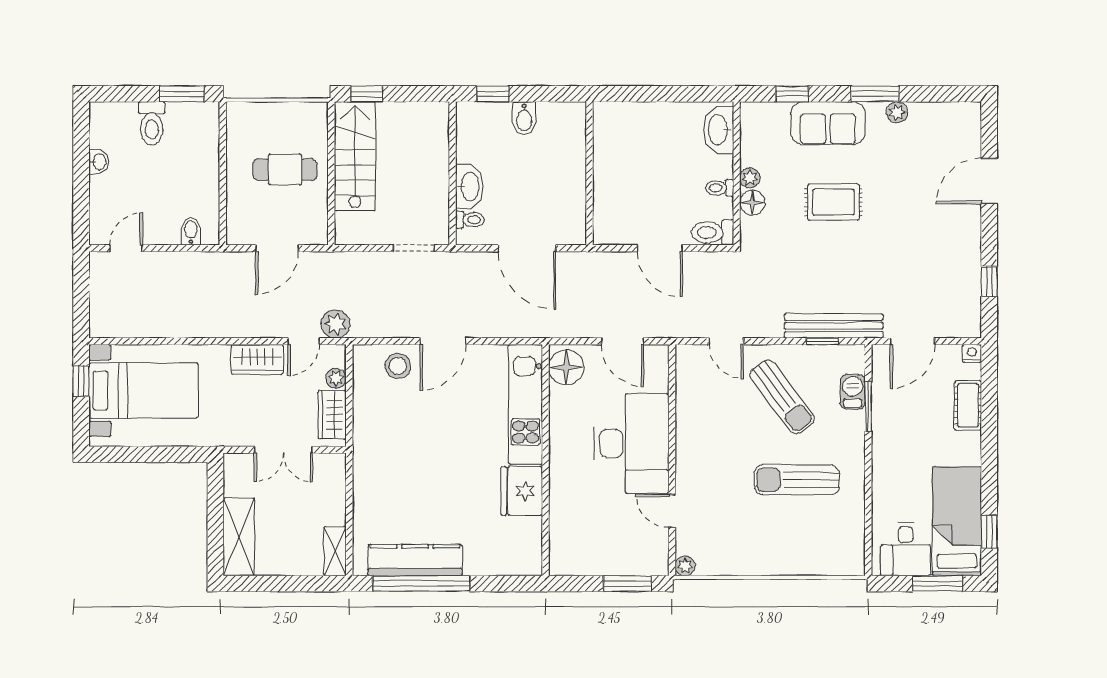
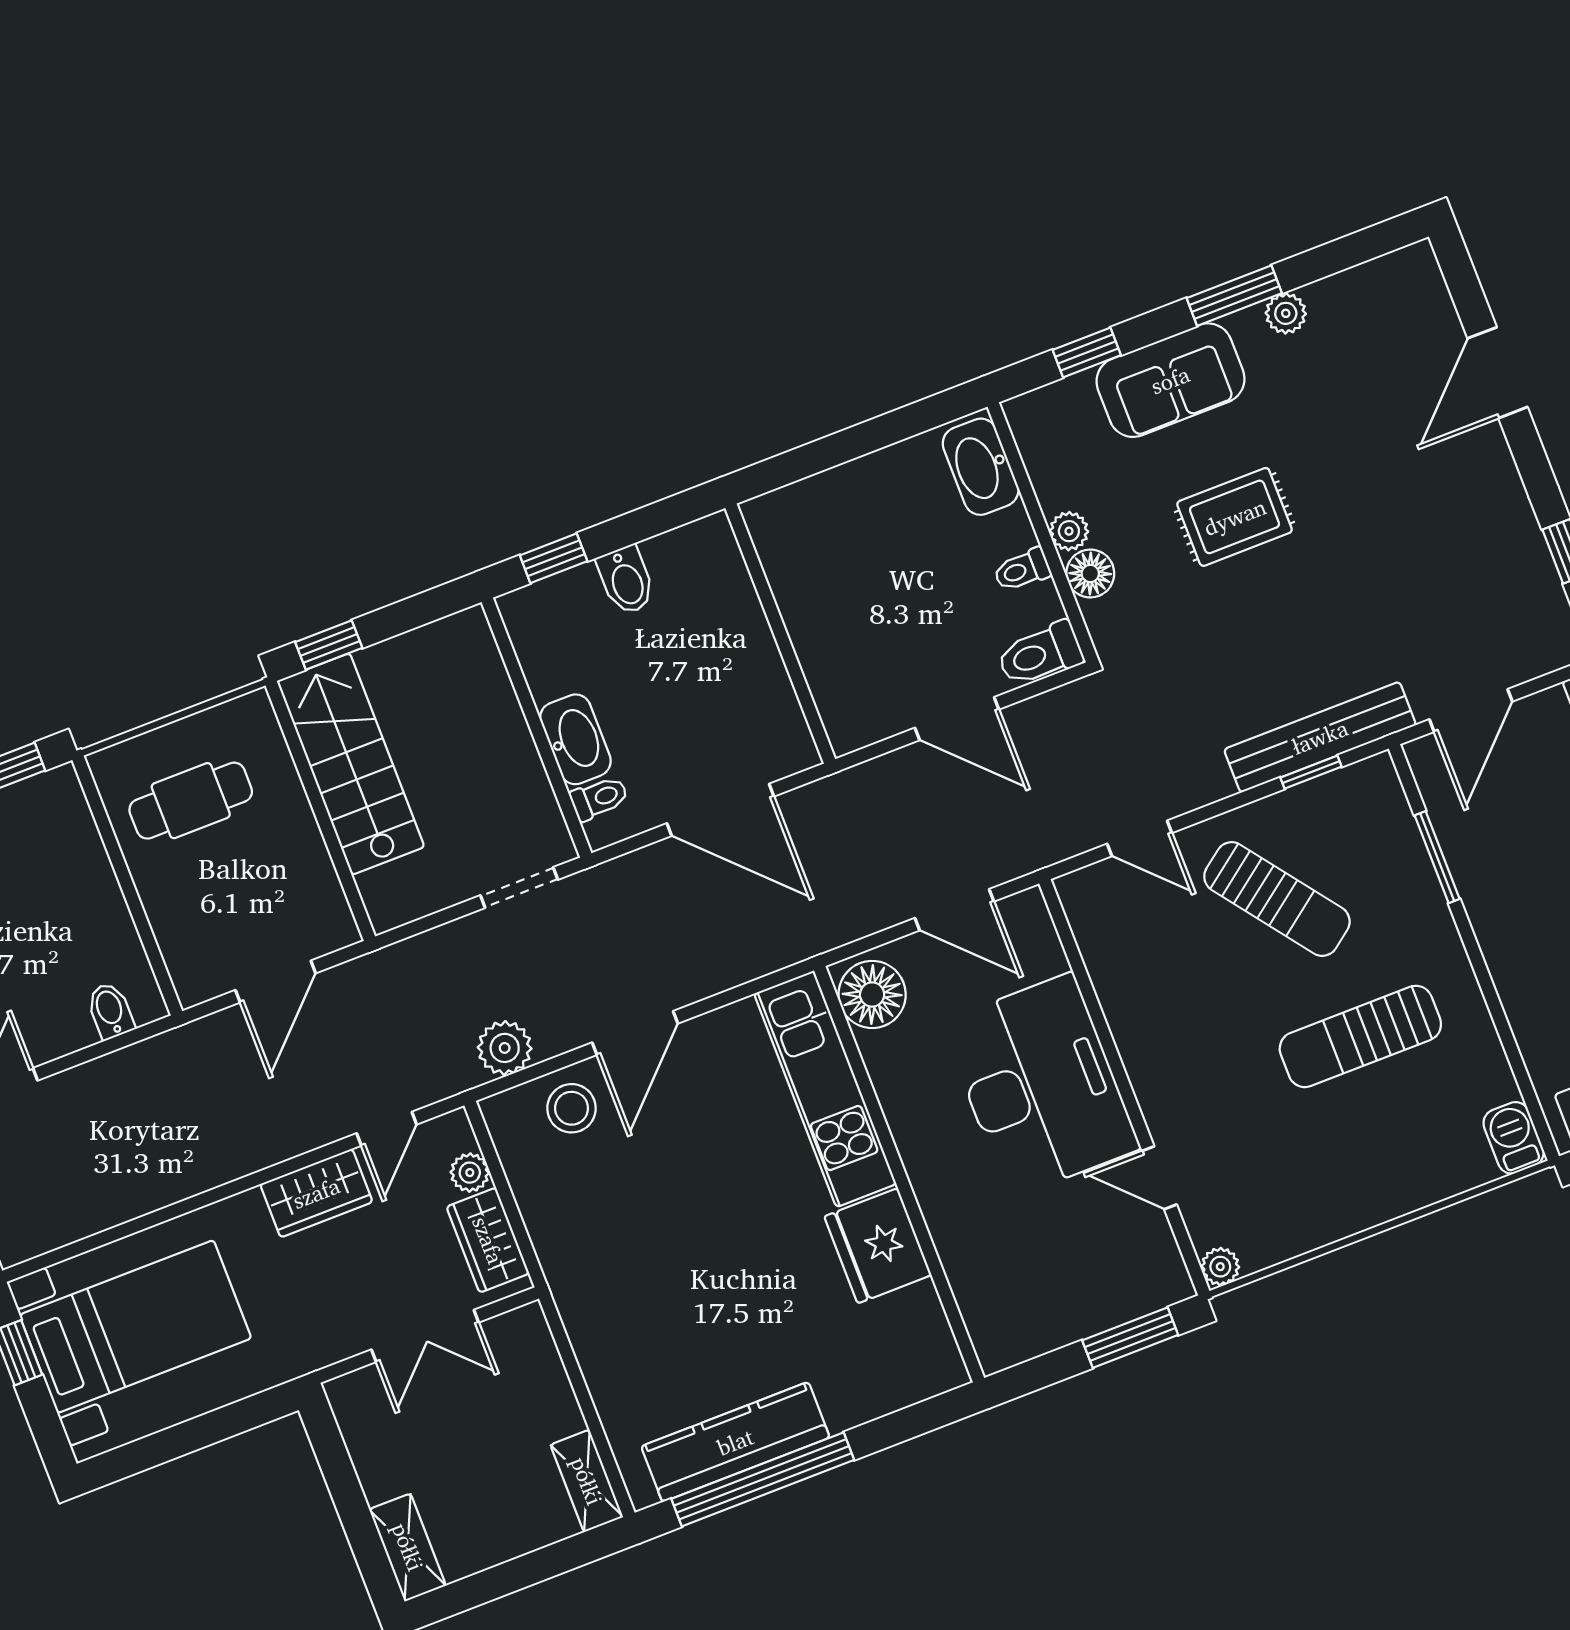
cafe table: (285, 170) -> (191, 801), moved
plant: (335, 324) -> (505, 1048), moved
barbecue: (853, 392) -> (1514, 1138), moved
shelving: (239, 537) -> (408, 1547), width x0.67, depth x0.75

